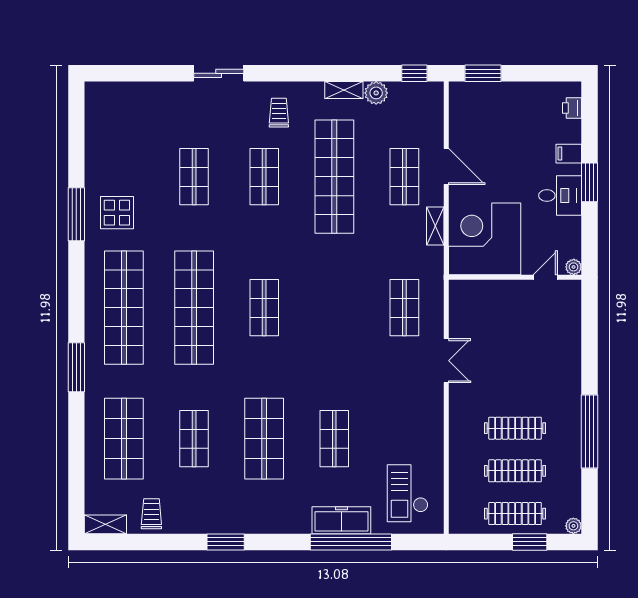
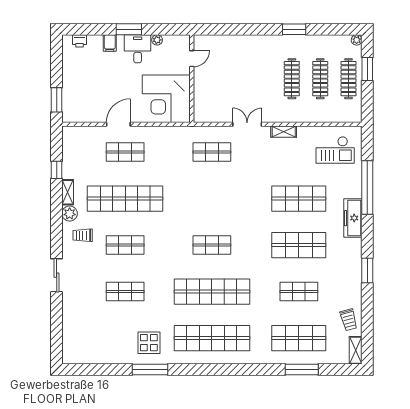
window: (414, 73) -> (57, 170), moved
plant: (376, 93) -> (70, 214), moved
shelving: (435, 226) -> (284, 132), moved
plant: (574, 267) -> (157, 40), moved
door: (545, 277) -> (192, 59), swing flipped
window: (76, 367) -> (302, 370), moved
window: (590, 431) -> (294, 29), width x0.47
shop shelf: (334, 439) -> (299, 199), width x1.43, depth x1.36
trolley: (151, 514) -> (349, 320), turned -105
freezer: (341, 520) -> (353, 218), moved

